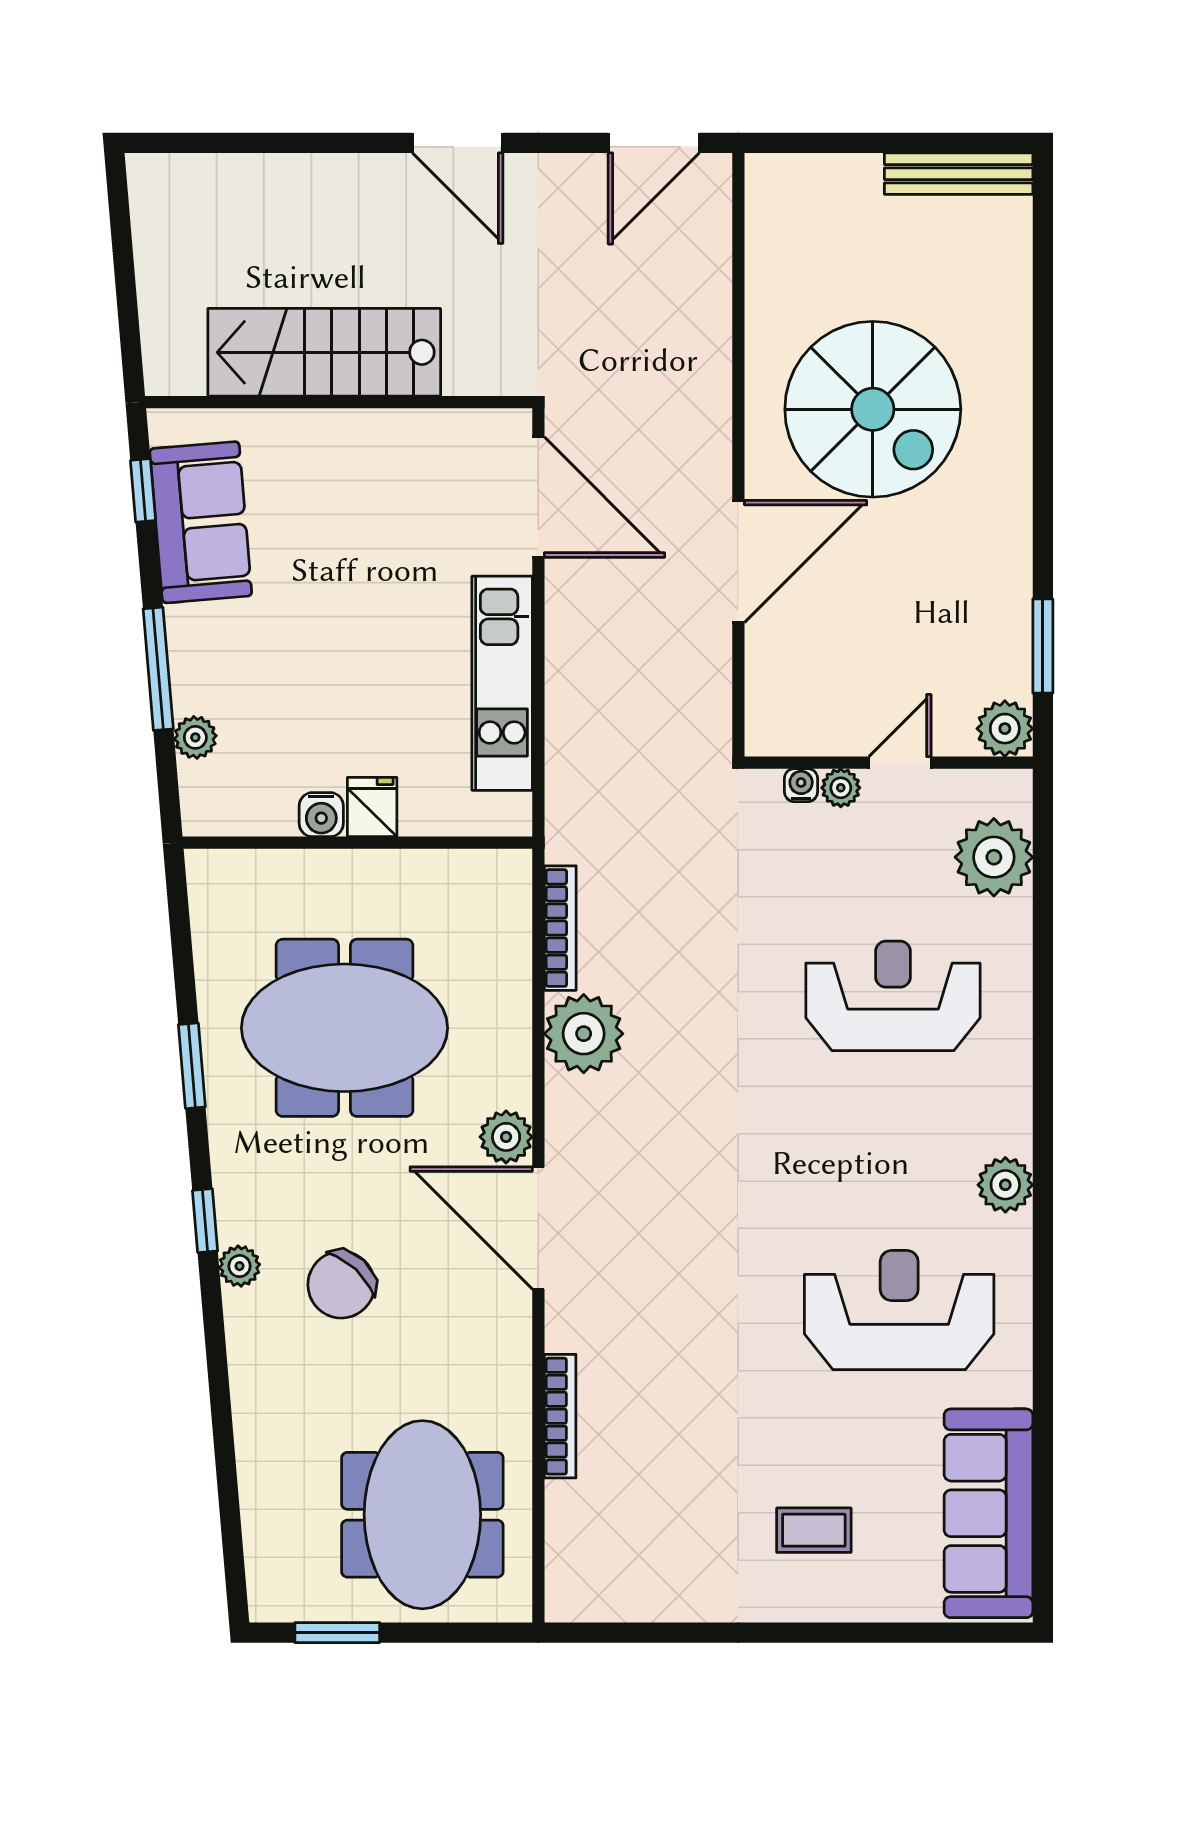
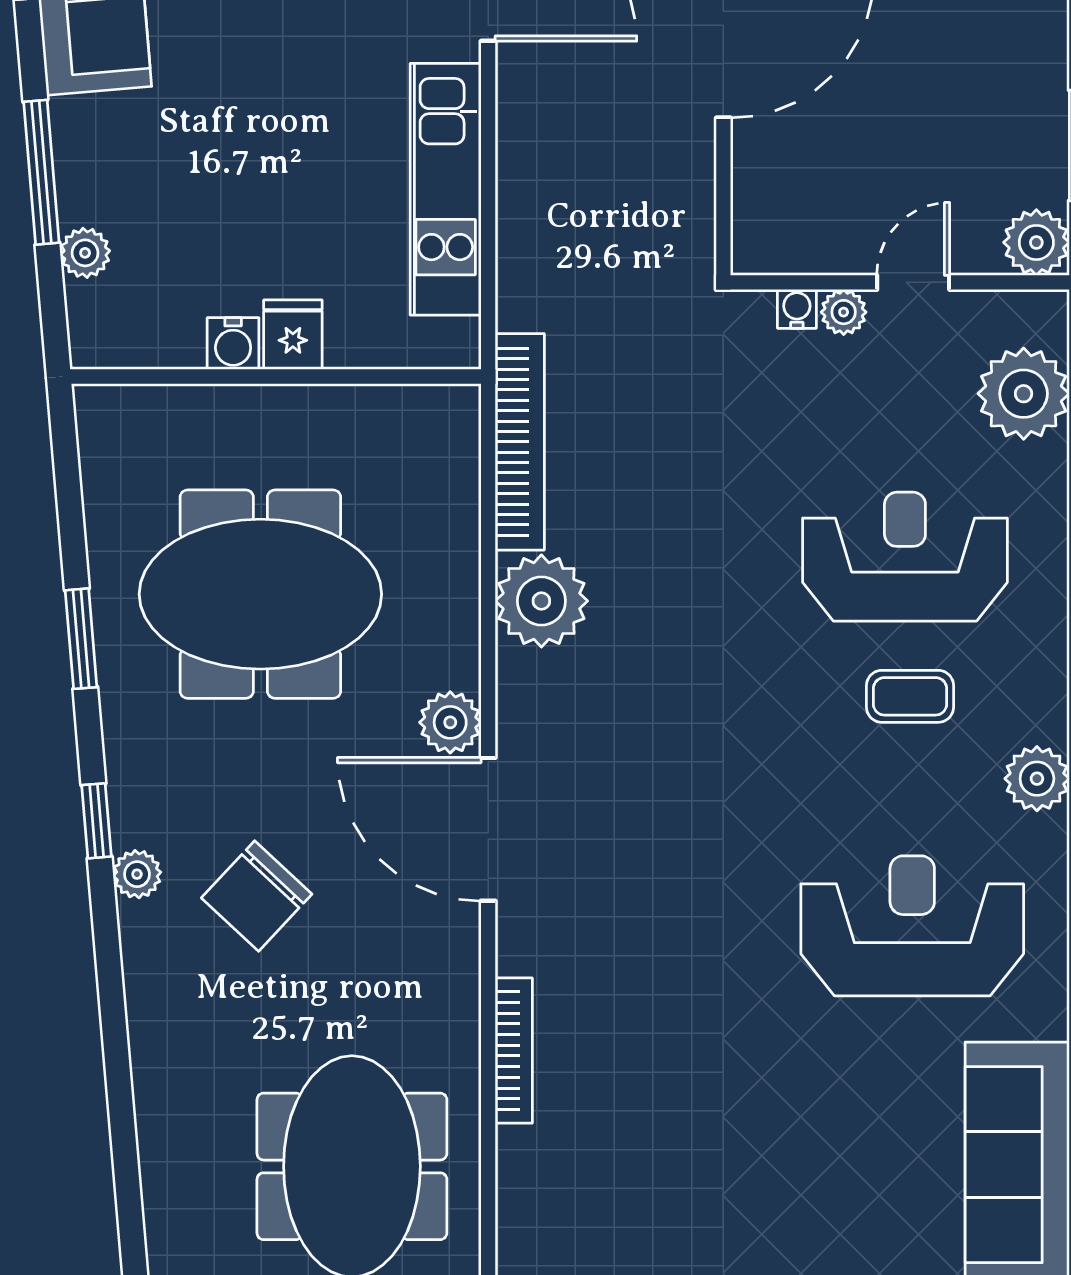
bookcase: (560, 928) -> (520, 442), width x1.48, depth x1.31
coffee table: (814, 1530) -> (910, 696), moved

